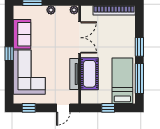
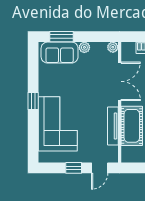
sofa: (22, 34) -> (60, 53), moved, turned 90
window: (29, 108) -> (74, 168), moved

